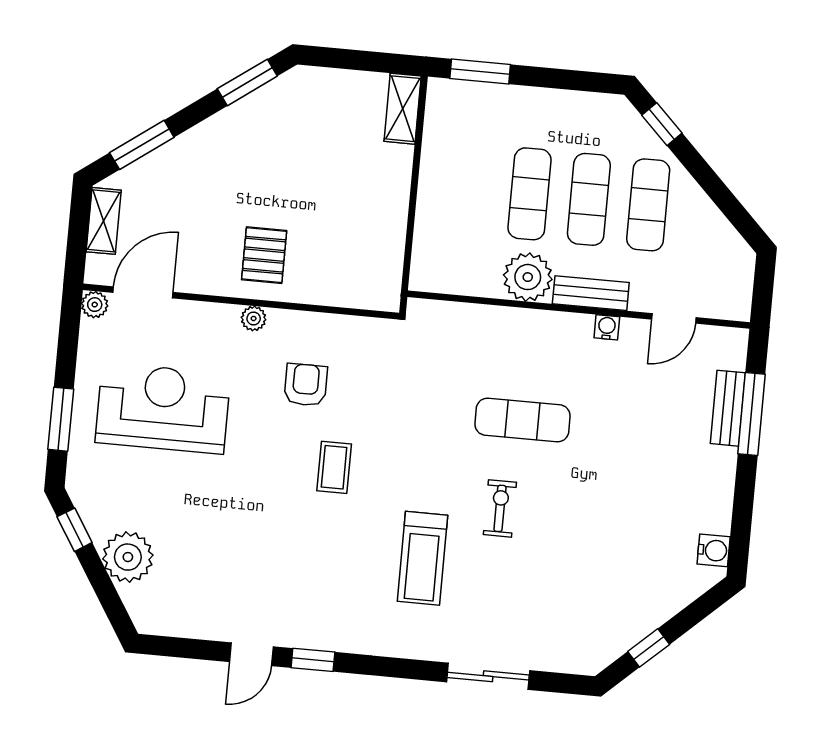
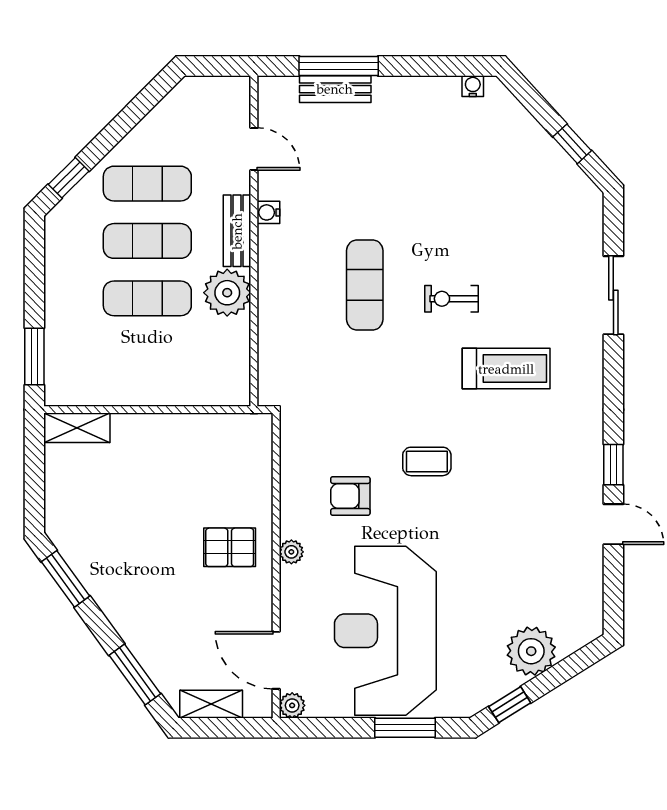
reception desk: (163, 408) -> (385, 631), width x1.36, depth x1.30
water cooler: (714, 550) -> (473, 86), width x0.72, depth x0.72

